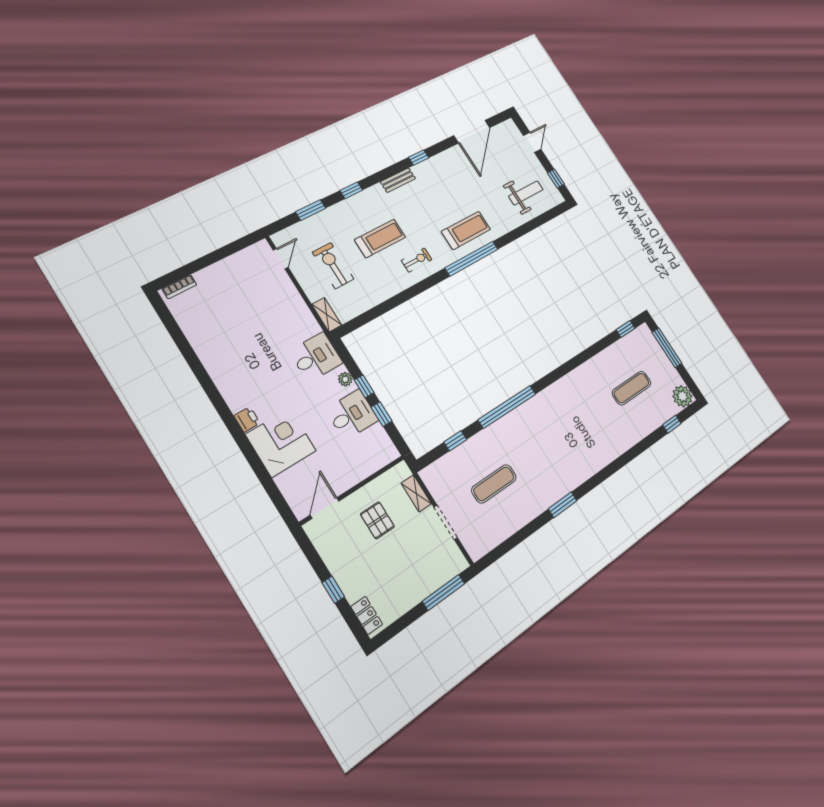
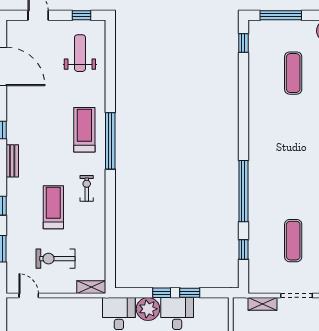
plant: (345, 379) -> (148, 309), width x1.88, depth x1.88

